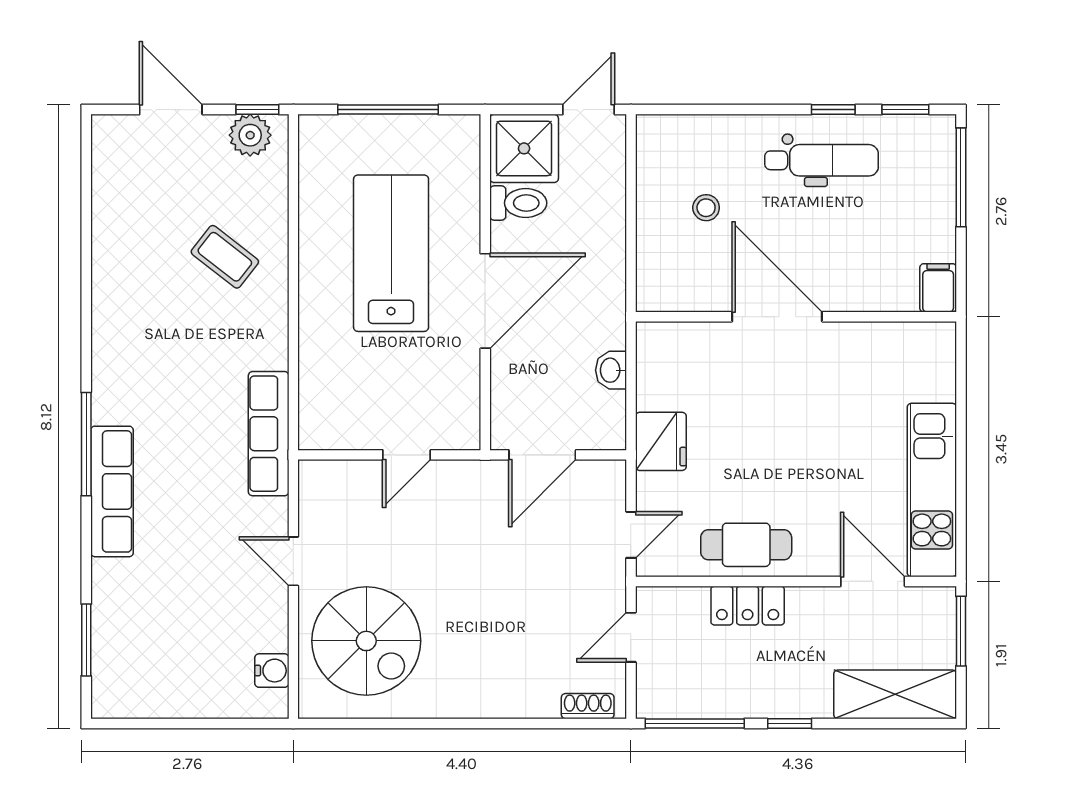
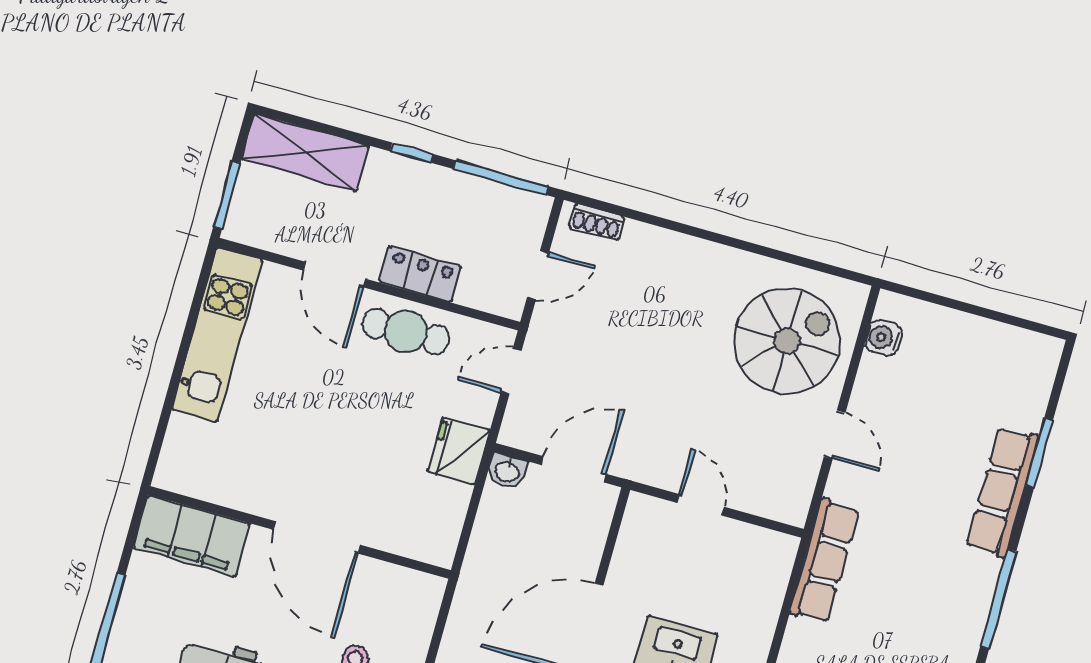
filing cabinet: (938, 288) -> (192, 536), width x3.00, depth x1.17
washbasin: (611, 370) -> (507, 471), moved, turned 90
door: (407, 455) -> (701, 505), hinge flipped
row of seats: (112, 491) -> (1002, 492), moved
door: (873, 581) -> (335, 275), moved
window: (86, 640) -> (1039, 453), moved
spiral stairs: (366, 641) -> (787, 341), turned 90

